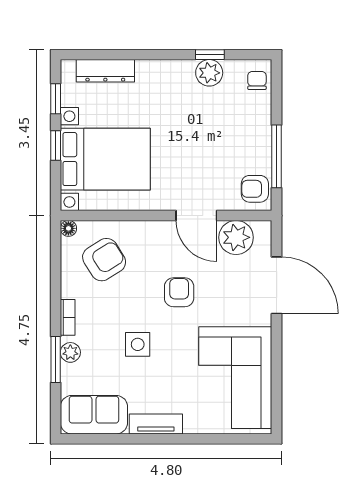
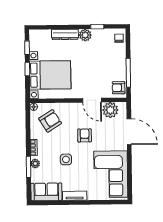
dresser: (105, 71) -> (65, 34), moved
plant: (209, 73) -> (85, 35), moved

